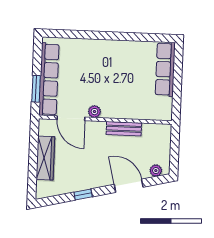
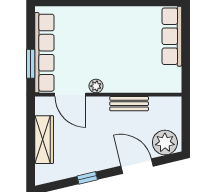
plant: (156, 171) -> (165, 143), width x1.87, depth x1.87

